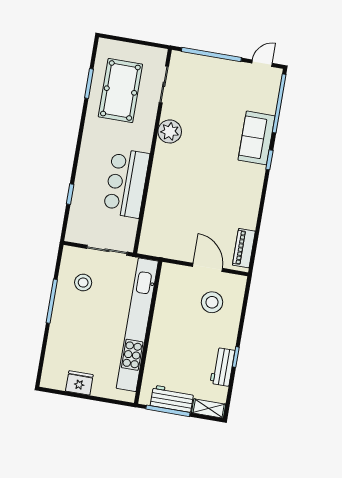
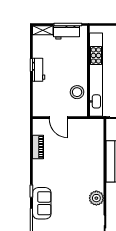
piano: (244, 248) -> (38, 147), moved
stool: (212, 302) -> (77, 92), moved
workbench: (222, 367) -> (39, 70), moved

